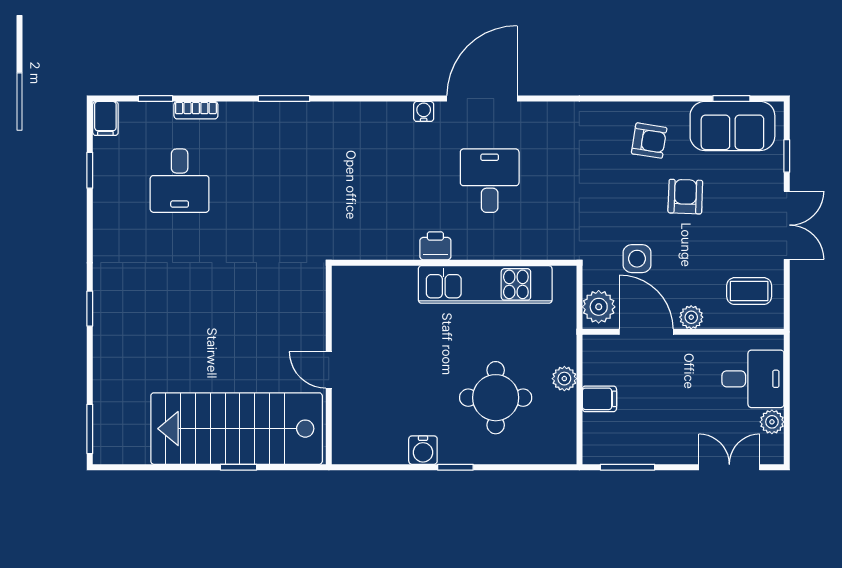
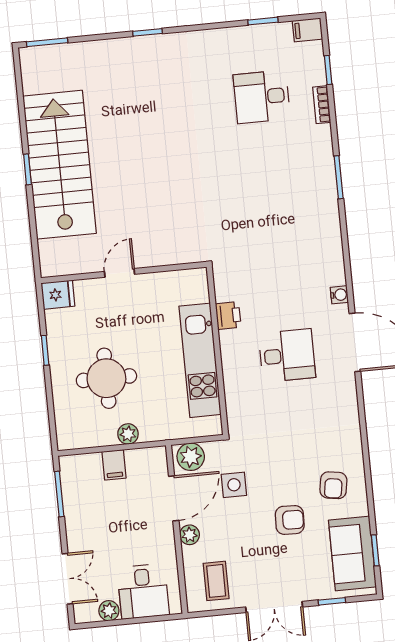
wall: (329, 365) -> (124, 272), moved
door: (329, 370) -> (119, 273), moved
fridge: (391, 446) -> (58, 295), added
water cooler: (423, 450) -> (57, 322), removed

